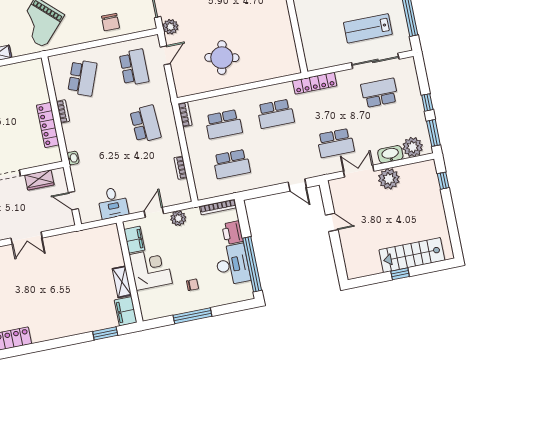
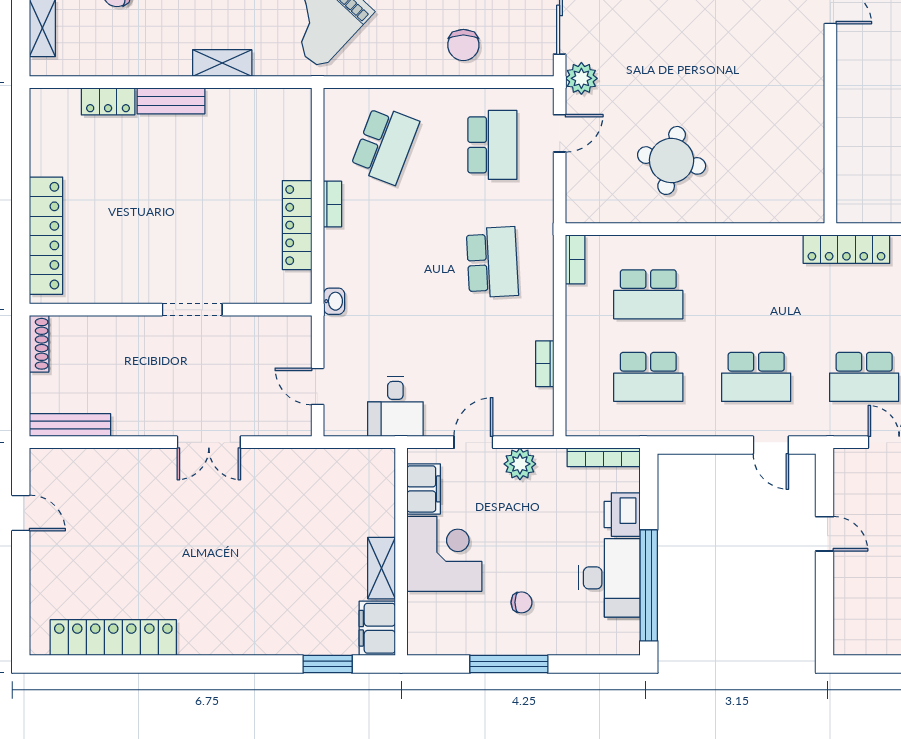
school desk: (276, 114) -> (756, 377), moved
wardrobe: (39, 180) -> (258, 331), removed

